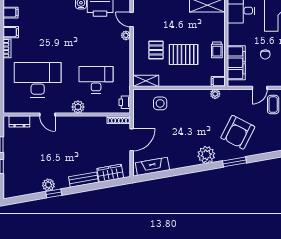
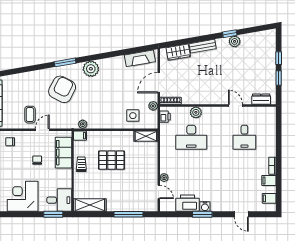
pallet: (156, 50) -> (137, 164), removed
desk: (38, 80) -> (244, 137), width x0.53, depth x0.77
plant: (78, 107) -> (196, 112), moved
plant: (138, 114) -> (153, 106), added

